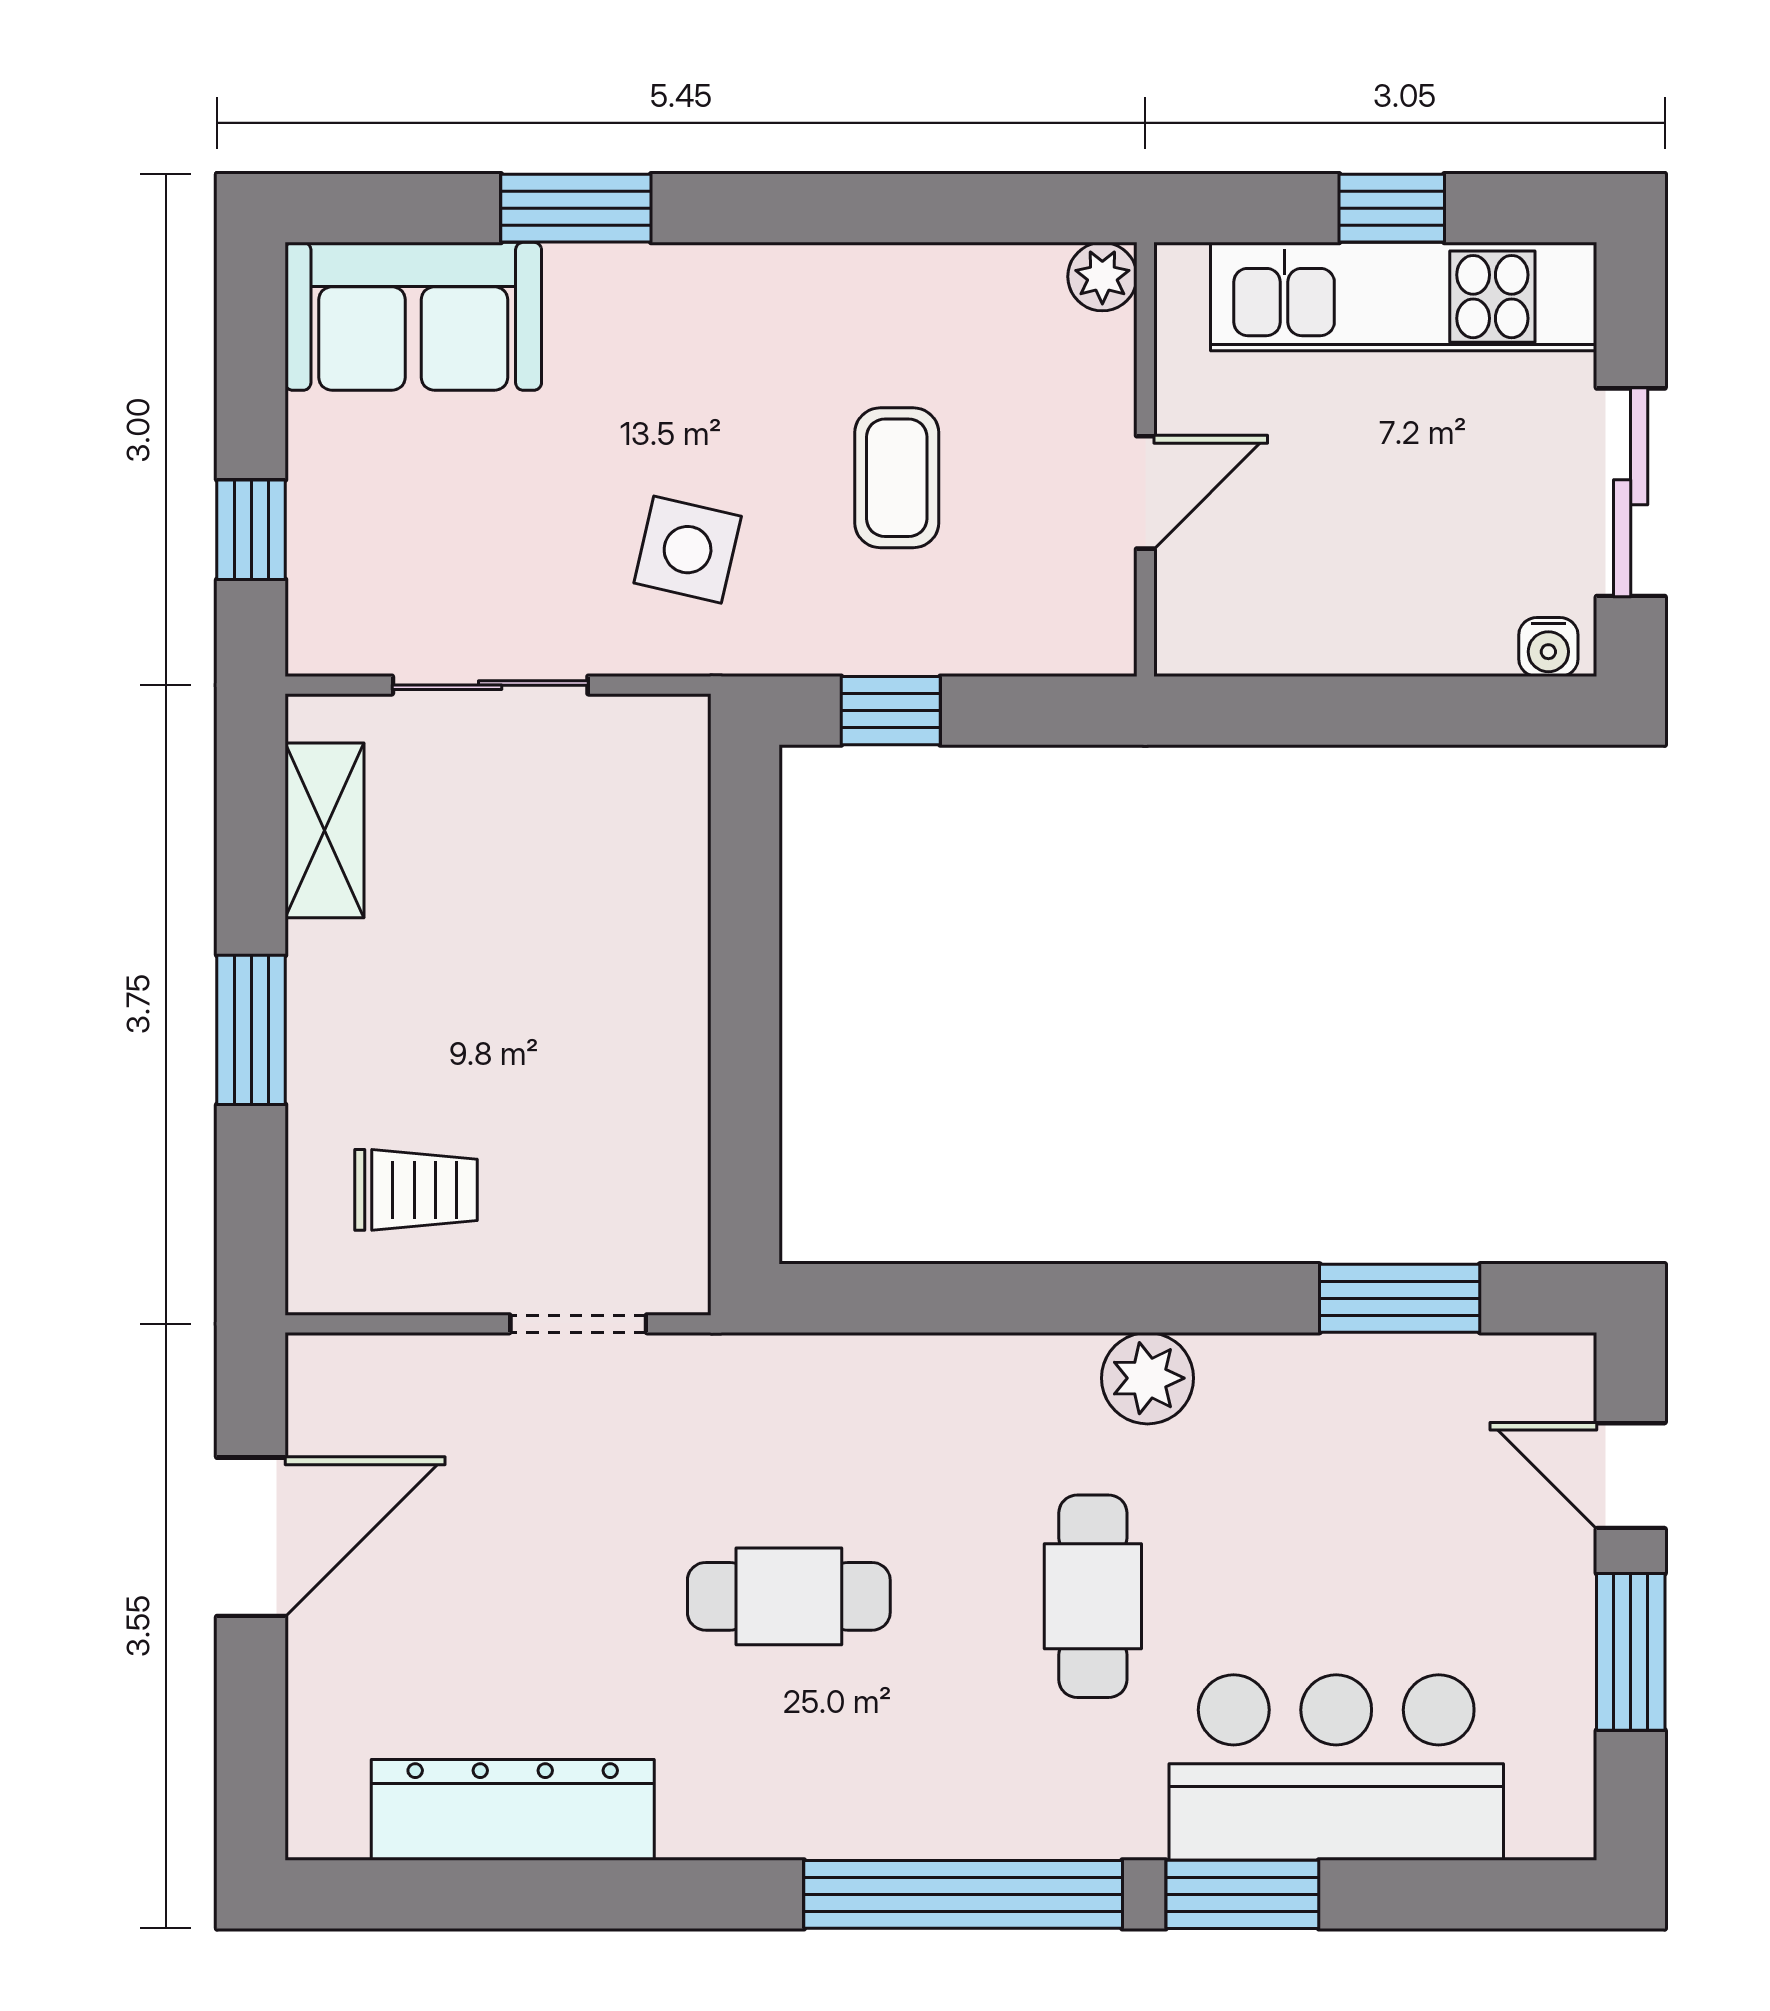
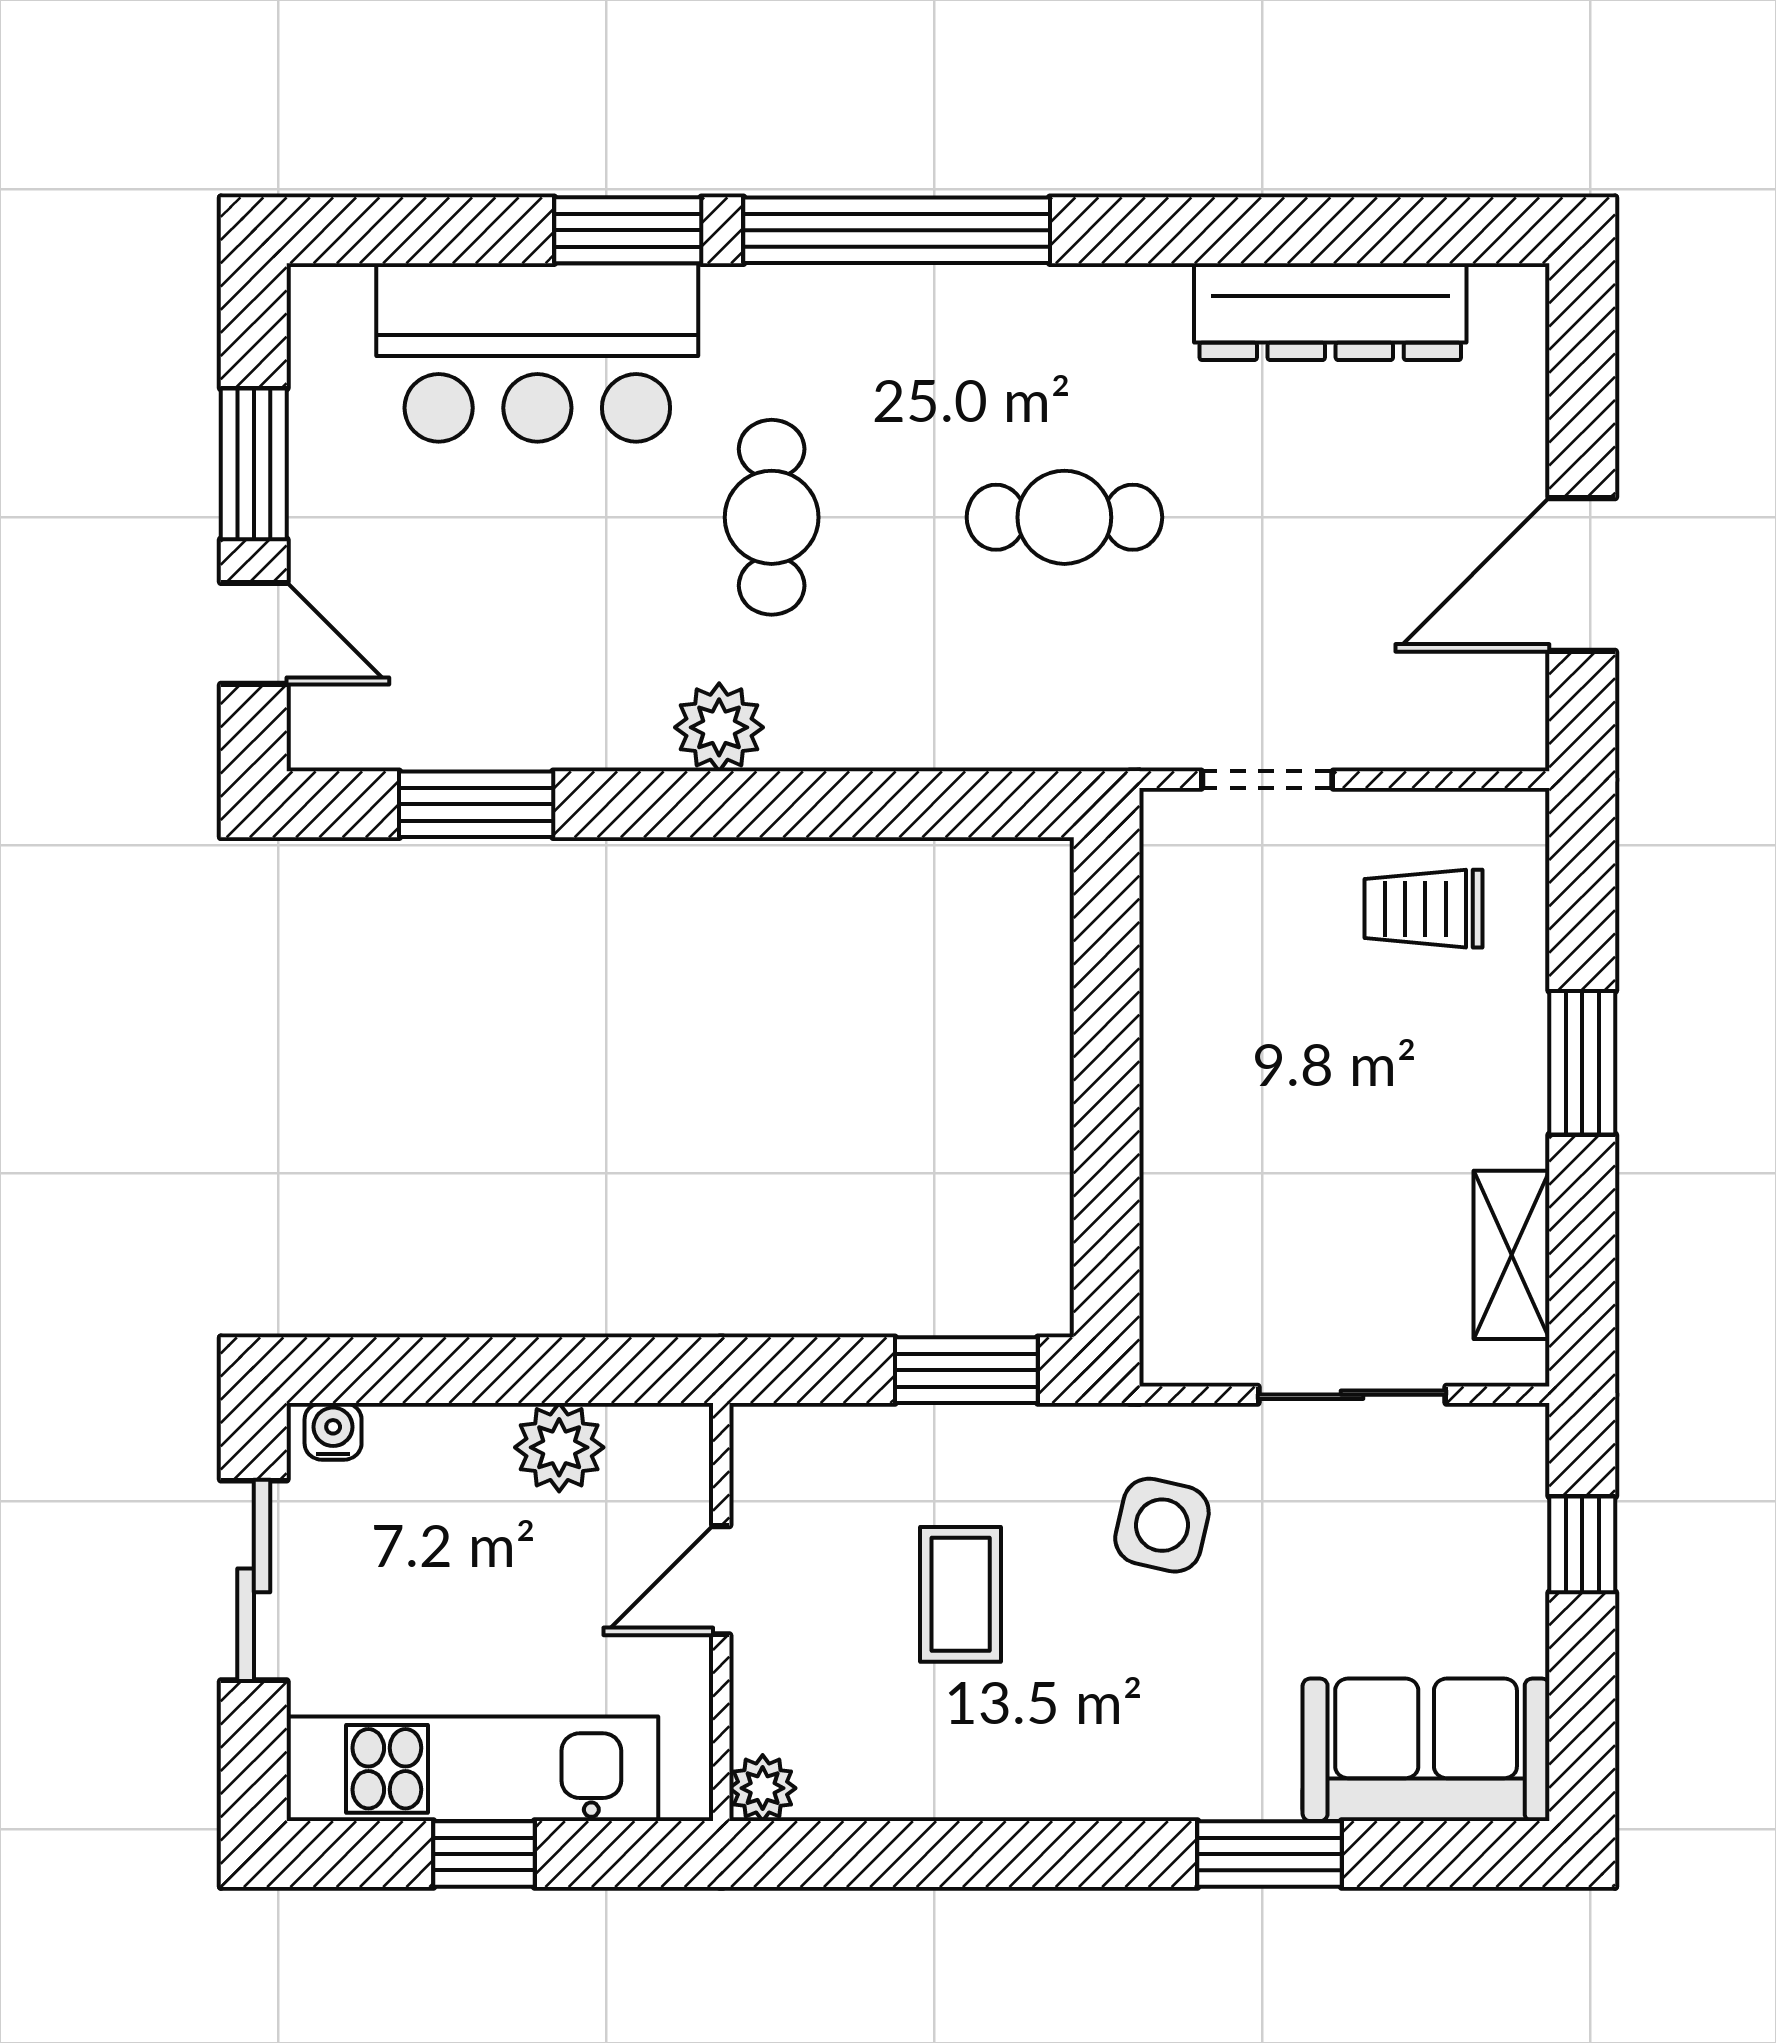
plant: (1314, 630) -> (559, 1447), added
window: (891, 711) -> (966, 1370), width x1.50

